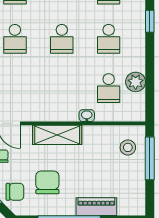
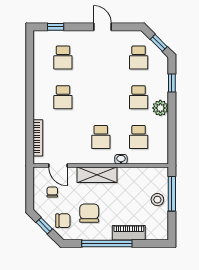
school desk: (62, 39) -> (101, 137), moved
plant: (136, 82) -> (160, 108), moved
stool: (128, 147) -> (157, 200), moved

